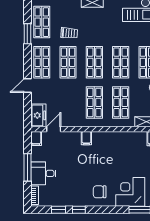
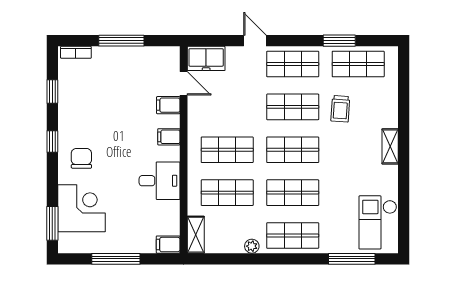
filing cabinet: (36, 139) -> (168, 105), moved
desk: (43, 173) -> (160, 181), moved, turned 90
window: (79, 210) -> (52, 142), moved

